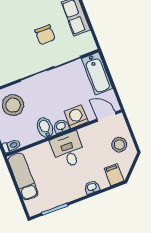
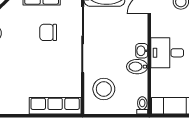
chair: (45, 35) -> (48, 32), turned 180
washing machine: (76, 117) -> (138, 33), removed

